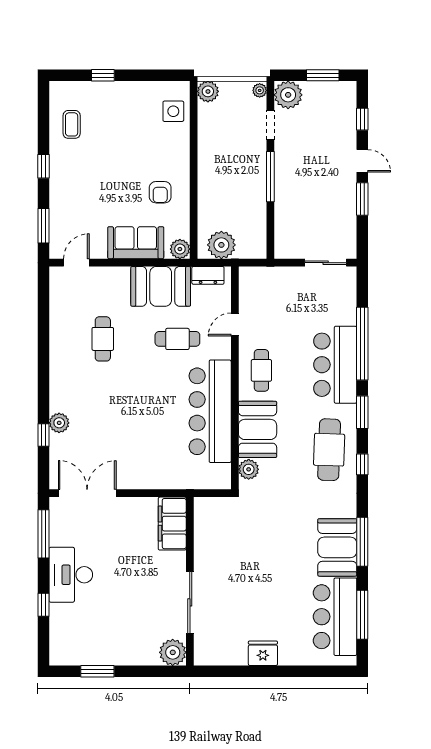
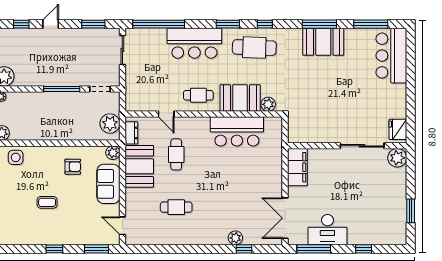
coffee table: (72, 124) -> (47, 202), moved
doorway: (270, 125) -> (100, 89), moved
window: (362, 199) -> (93, 24), moved
window: (362, 344) -> (159, 24), moved
bar counter: (210, 411) -> (237, 131), width x0.73
filing cabinet: (172, 524) -> (297, 167), moved, turned -90
desk: (71, 575) -> (327, 230), moved
bar counter: (335, 617) -> (391, 56), moved, turned 90
fridge: (263, 653) -> (398, 129), moved

